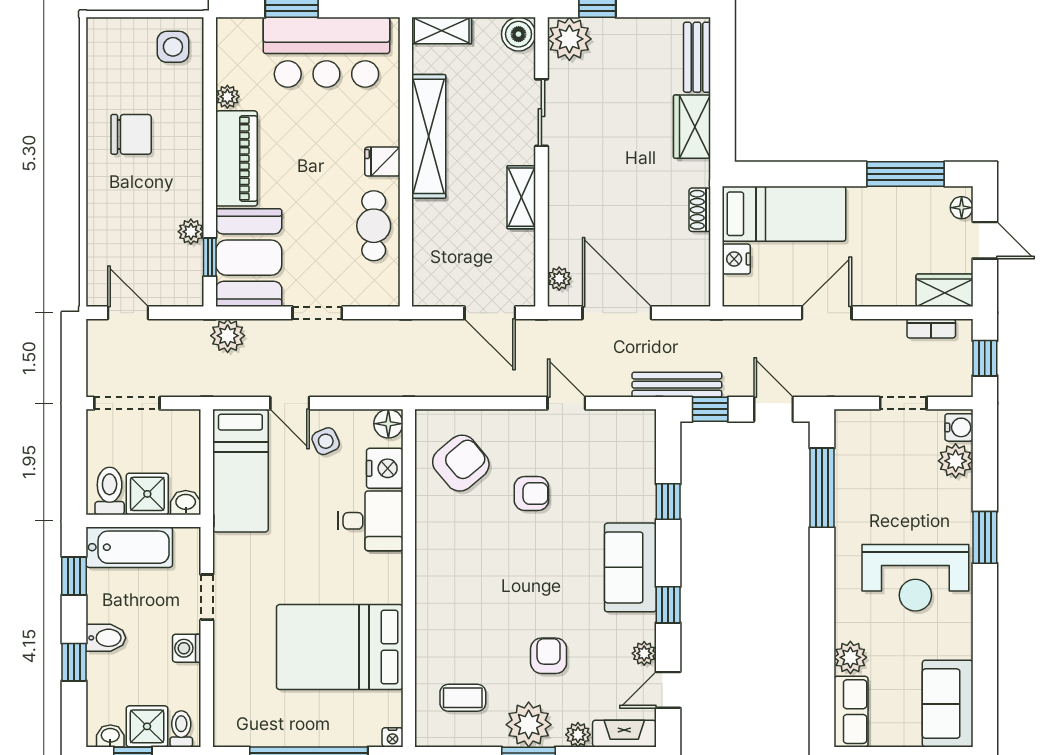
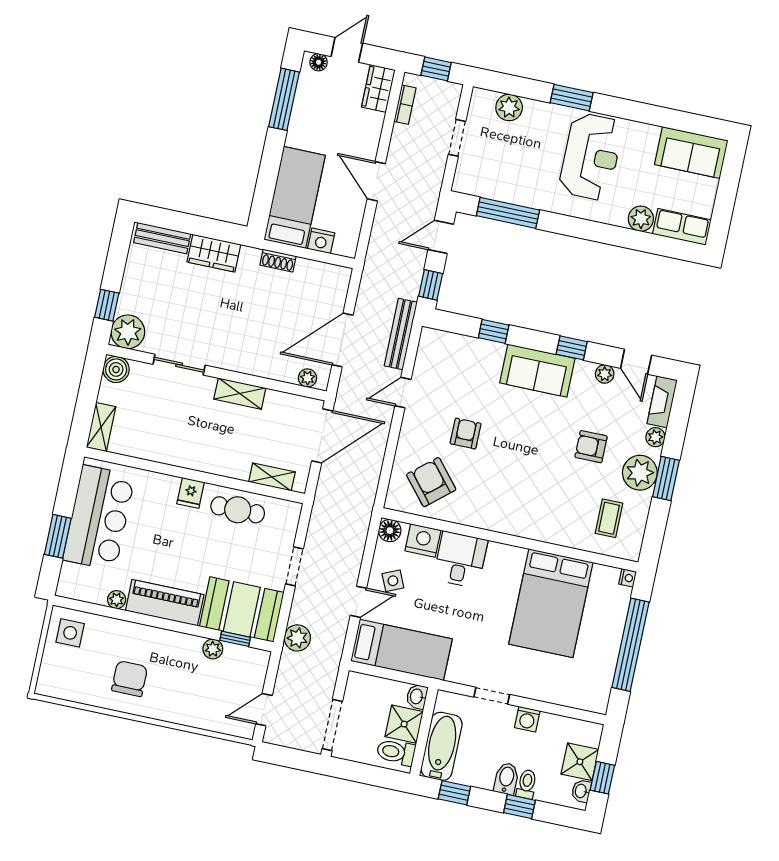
shelving: (429, 136) -> (272, 477), moved, width x0.45, depth x0.75
door: (490, 313) -> (322, 436), width x1.36
bench: (677, 385) -> (401, 334), moved
water cooler: (959, 427) -> (484, 100), removed
toilet: (181, 729) -> (527, 784), moved, turned 90

